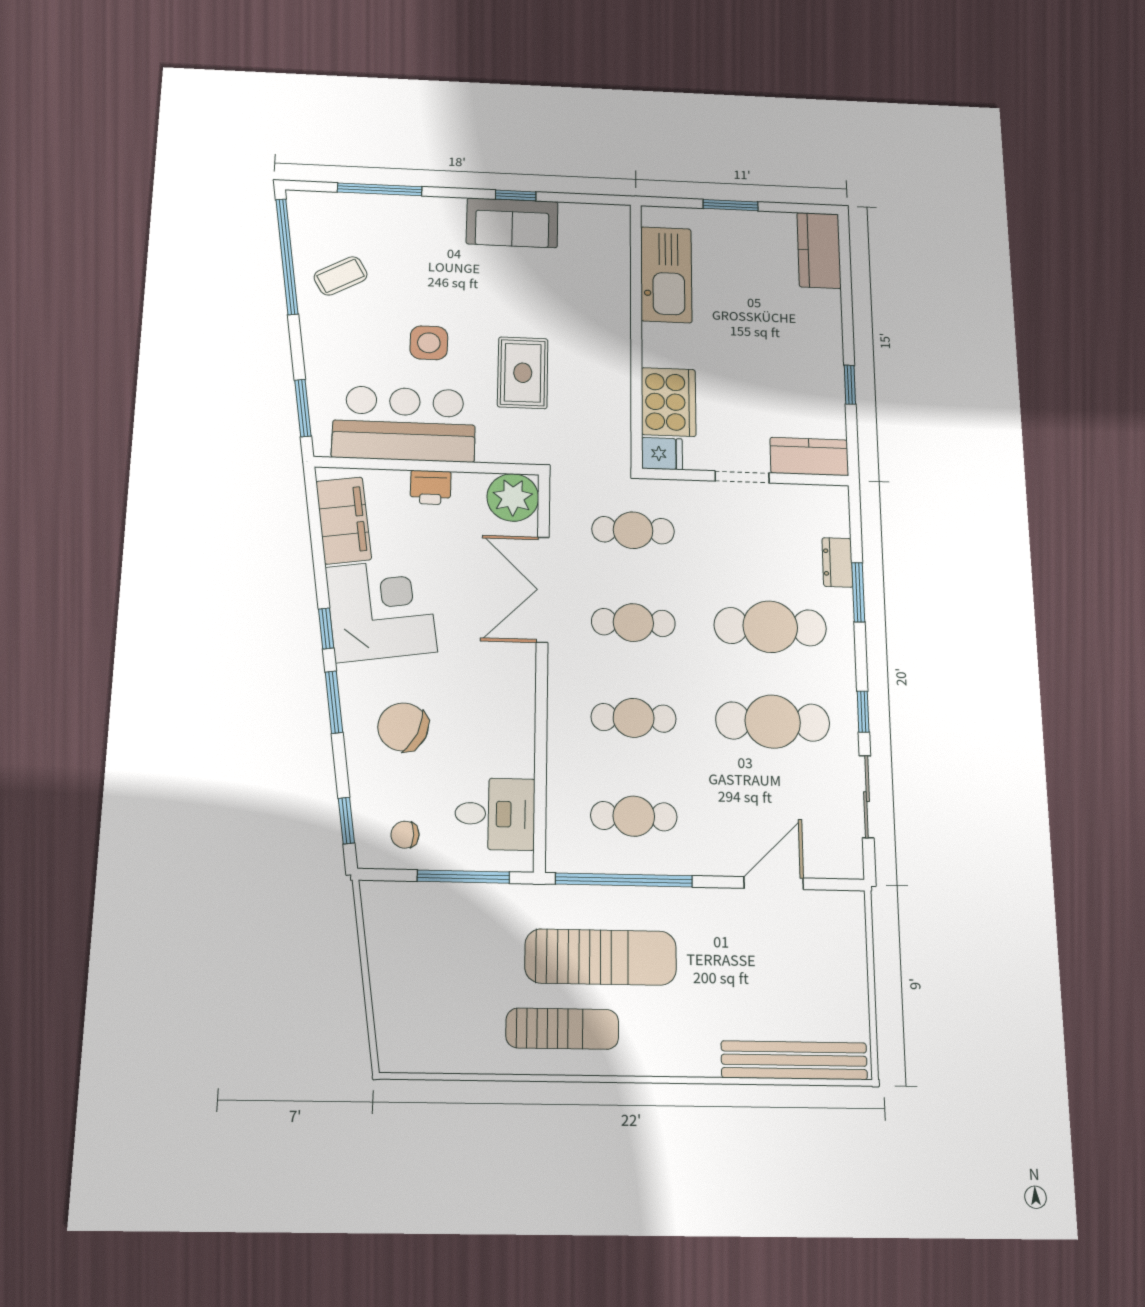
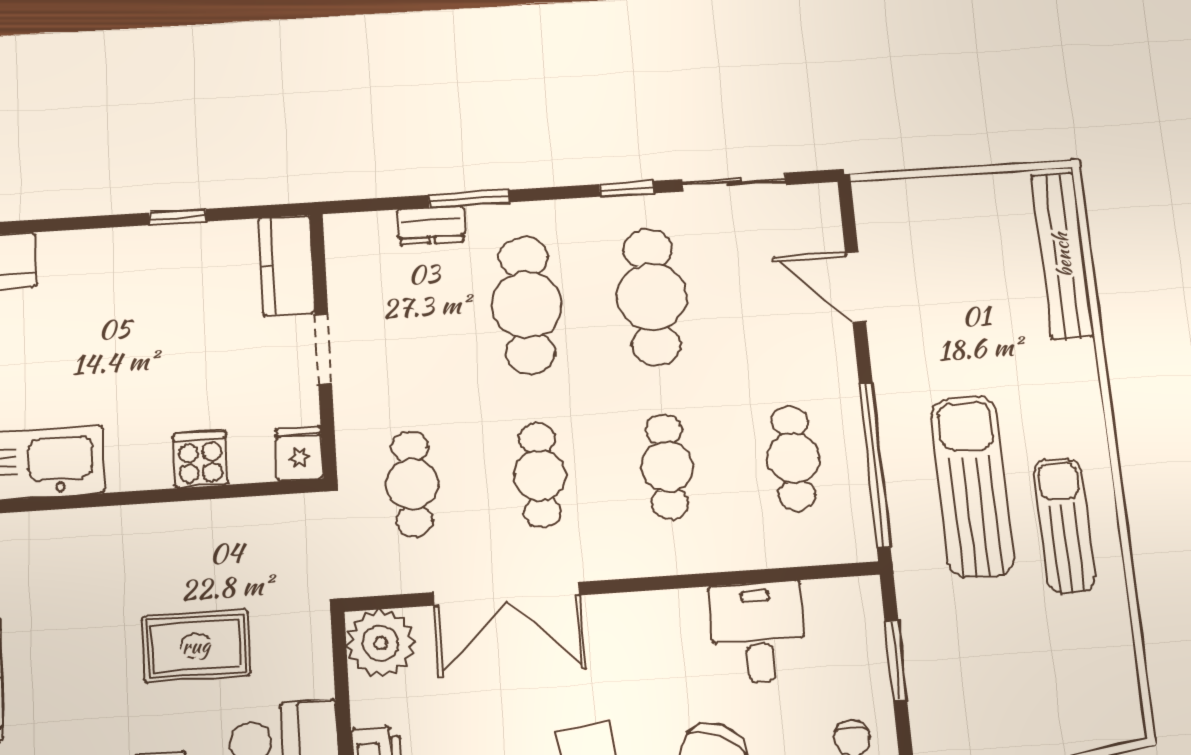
cooker: (669, 402) -> (200, 459), width x0.53, depth x0.76
desk: (495, 814) -> (758, 632), moved
window: (463, 877) -> (896, 660), width x0.69

